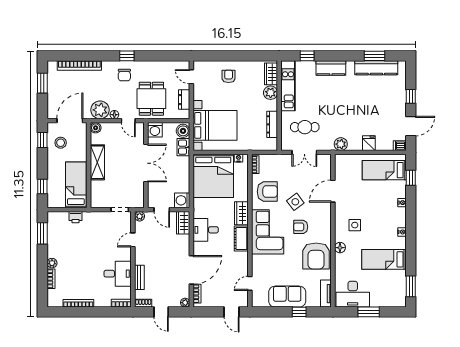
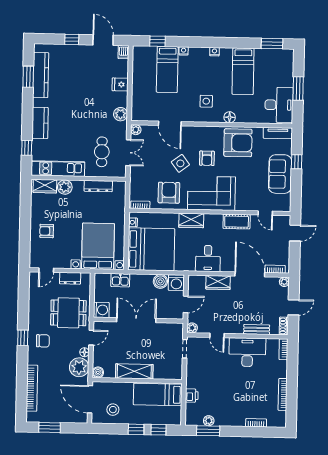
boiler: (183, 131) -> (160, 281), moved
window: (42, 140) -> (136, 429), moved
plant: (326, 159) -> (136, 130), added
bed: (384, 170) -> (167, 69), moved
wardrobe: (183, 223) -> (218, 283), moved
cot: (241, 238) -> (237, 222), moved
plant: (52, 263) -> (209, 421), moved
desk: (118, 274) -> (247, 352), width x1.37

